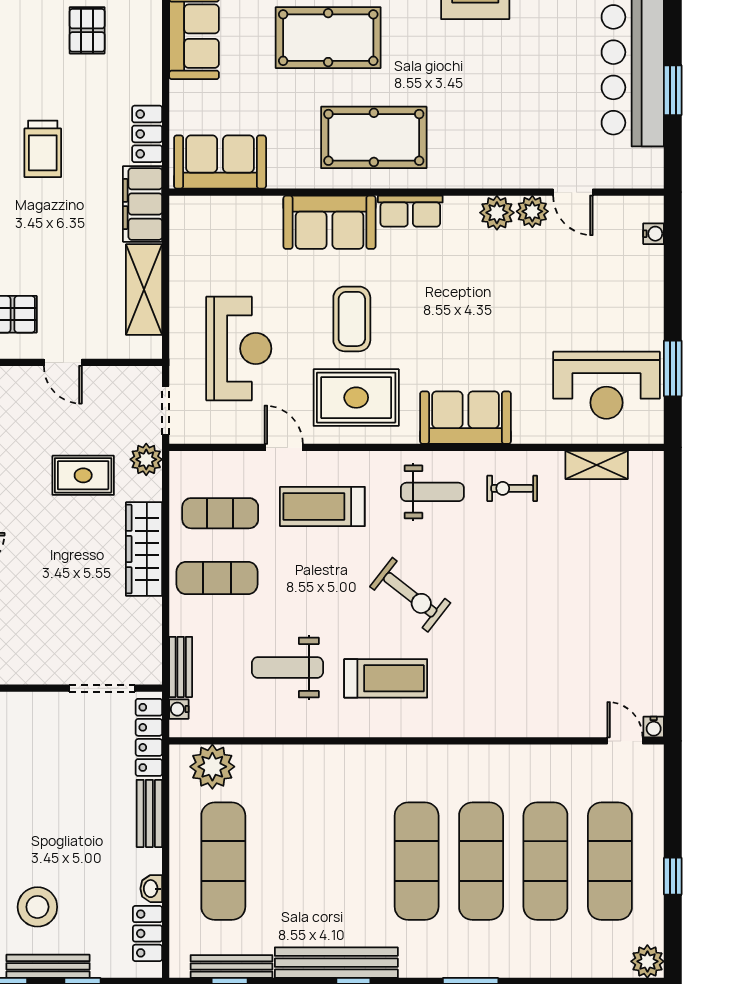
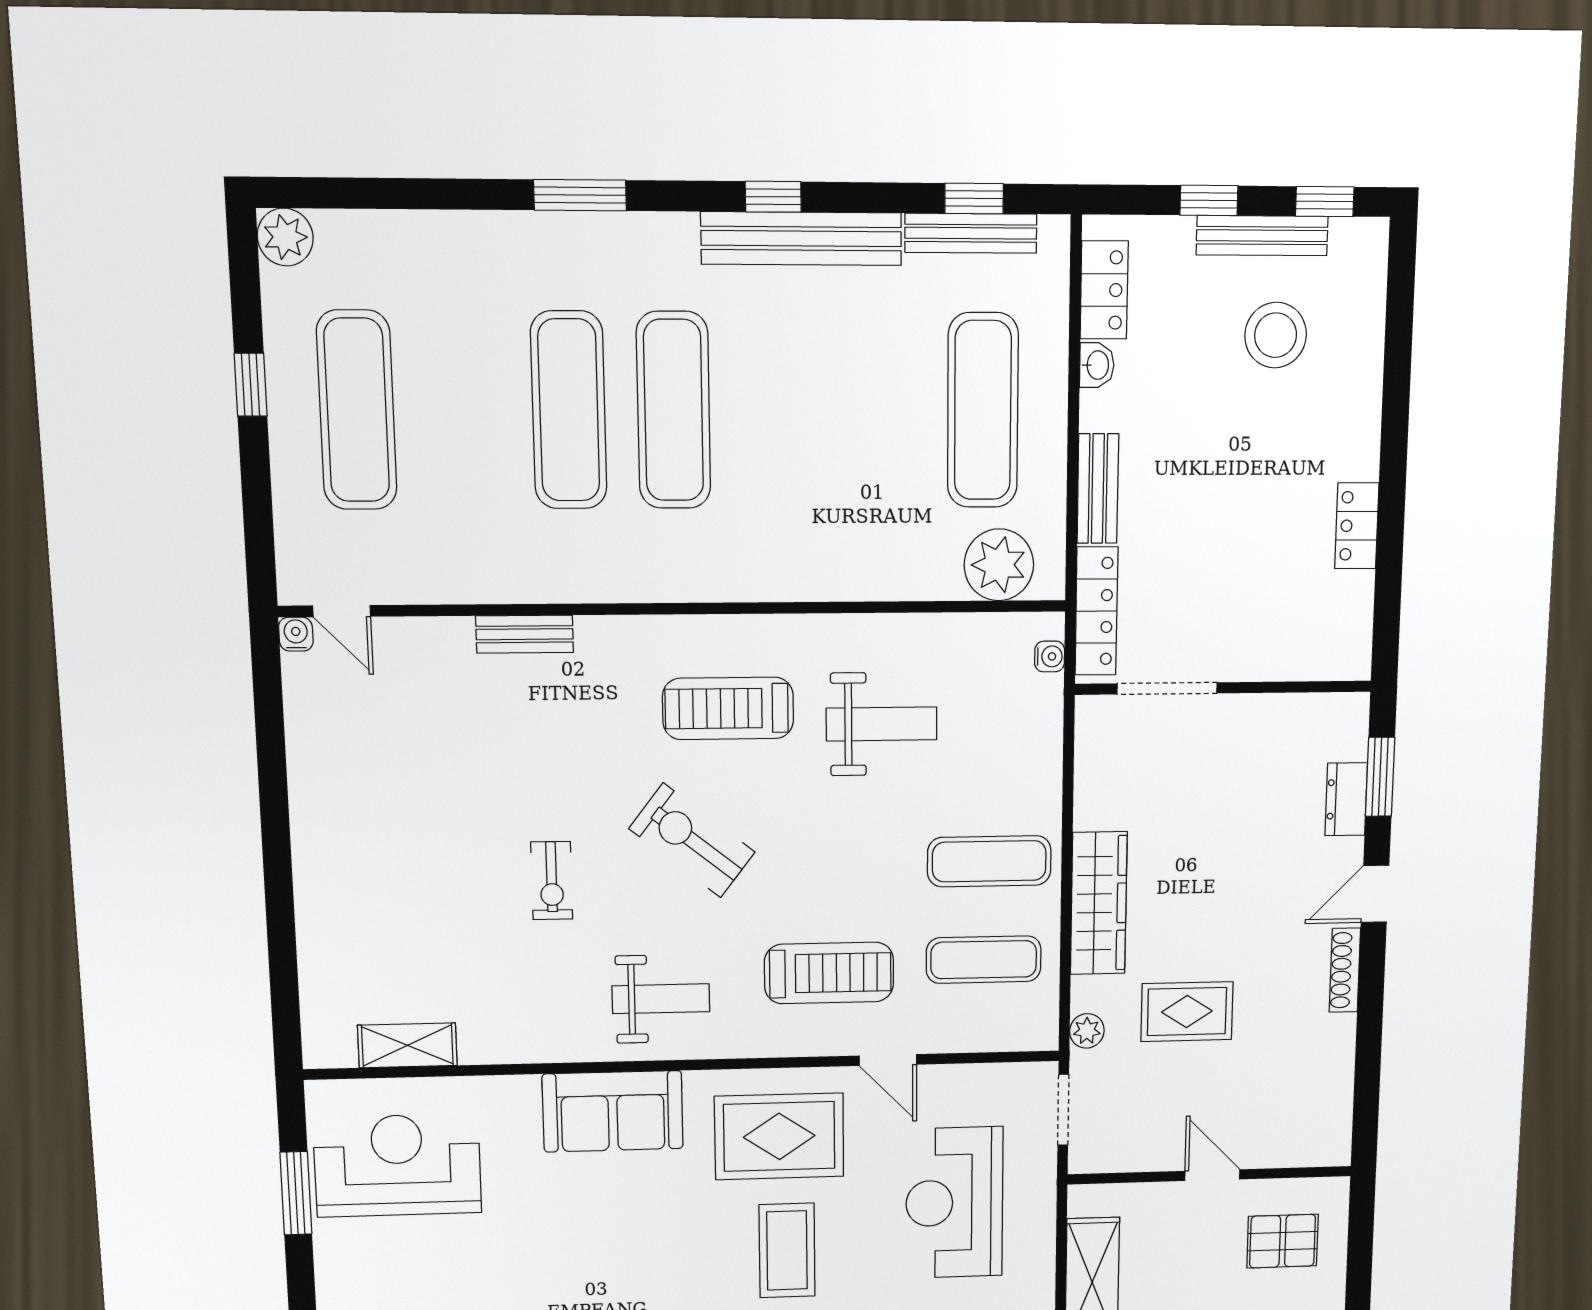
plant: (146, 459) -> (1087, 1031), width x0.73, depth x0.73
exercise bike: (512, 488) -> (552, 881), moved, turned 90
weight bench: (432, 492) -> (661, 999), turned 180
bench: (181, 667) -> (525, 634), moved, turned 90
exercise mat: (545, 861) -> (463, 410), removed

